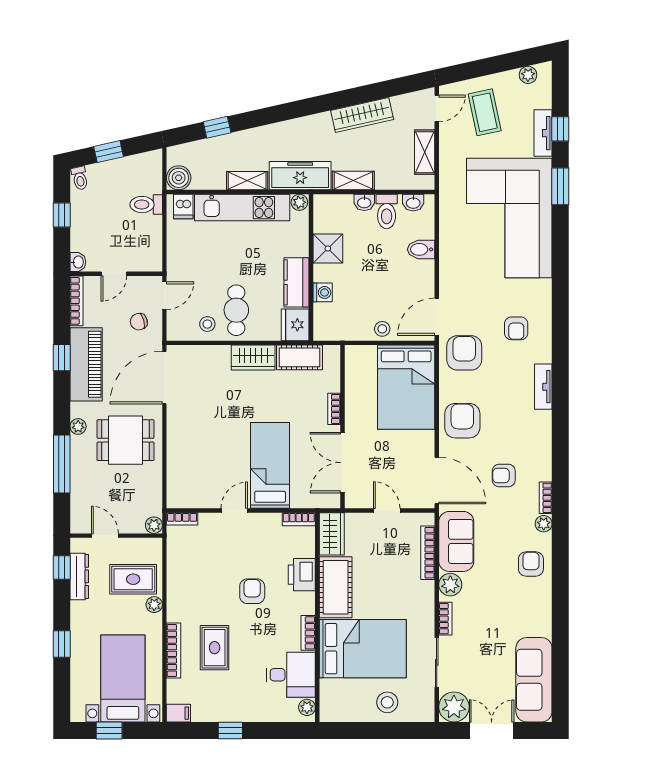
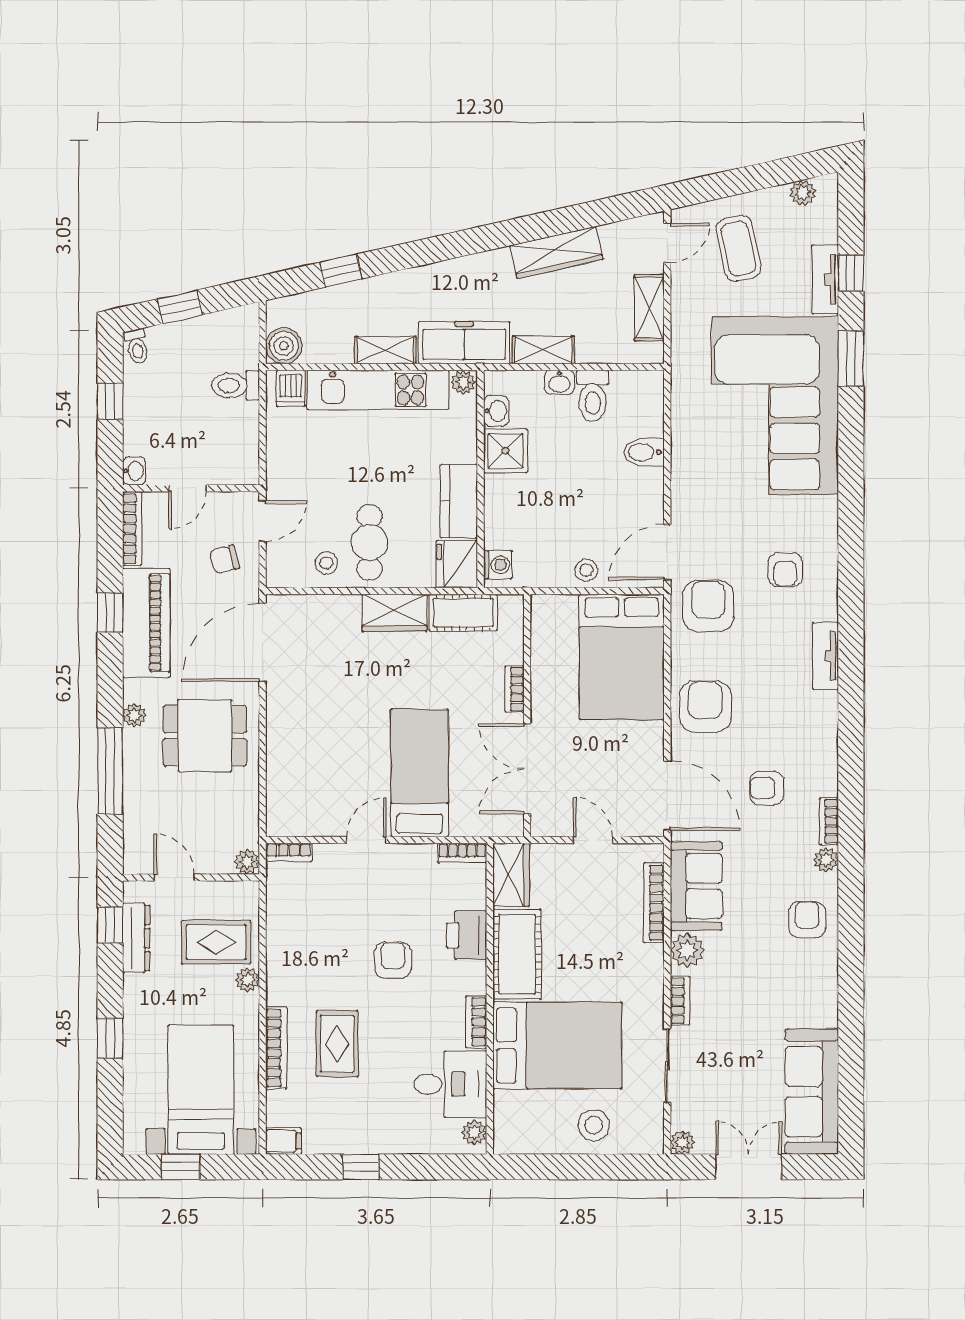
washbasin: (413, 203) -> (496, 411), moved, turned -90
washing machine: (323, 292) -> (498, 565), moved
plant: (454, 707) -> (682, 1142), width x0.53, depth x0.53

